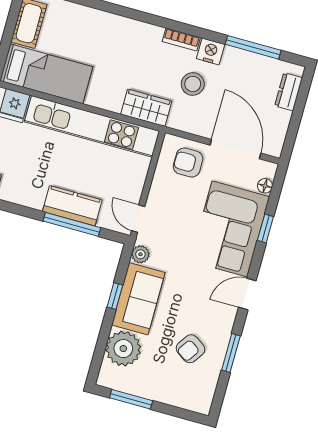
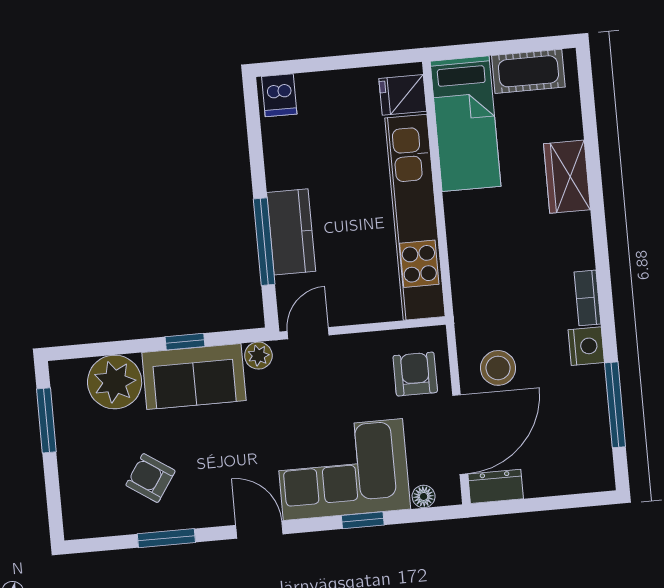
stool: (193, 84) -> (498, 368), moved
dresser: (289, 92) -> (496, 486), moved
wardrobe: (146, 108) -> (567, 177), moved, turned 180

